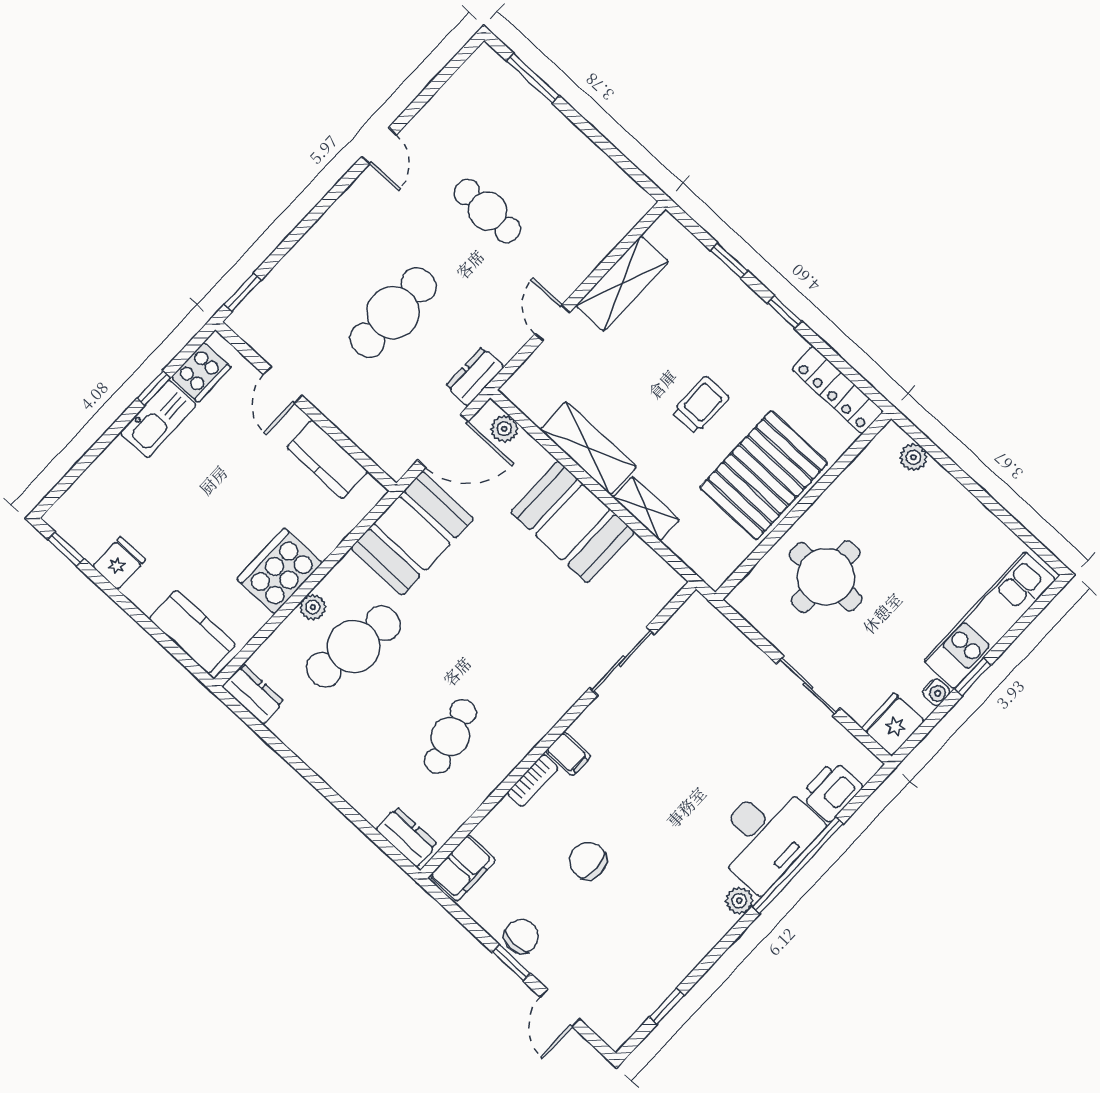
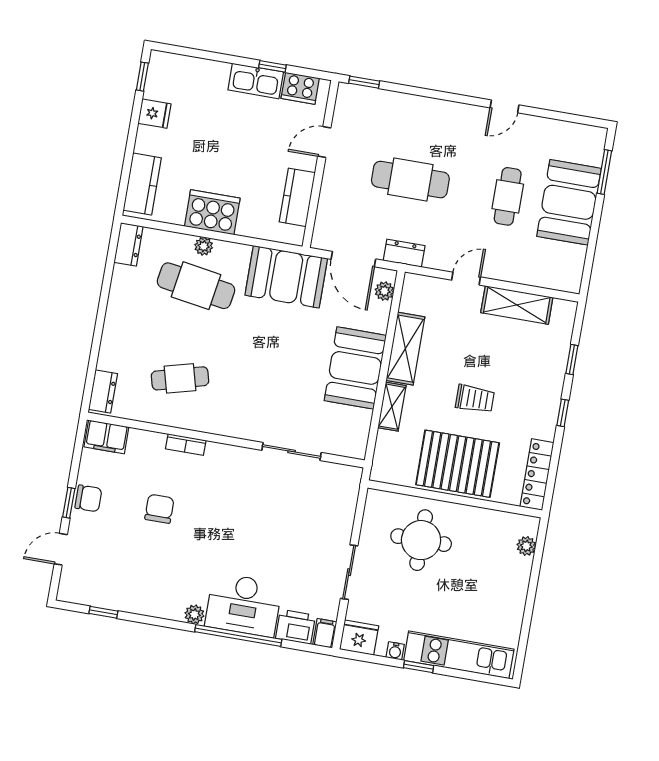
booth: (542, 143) -> (569, 202), added
filing cabinet: (568, 754) -> (325, 633), moved, turned 180

